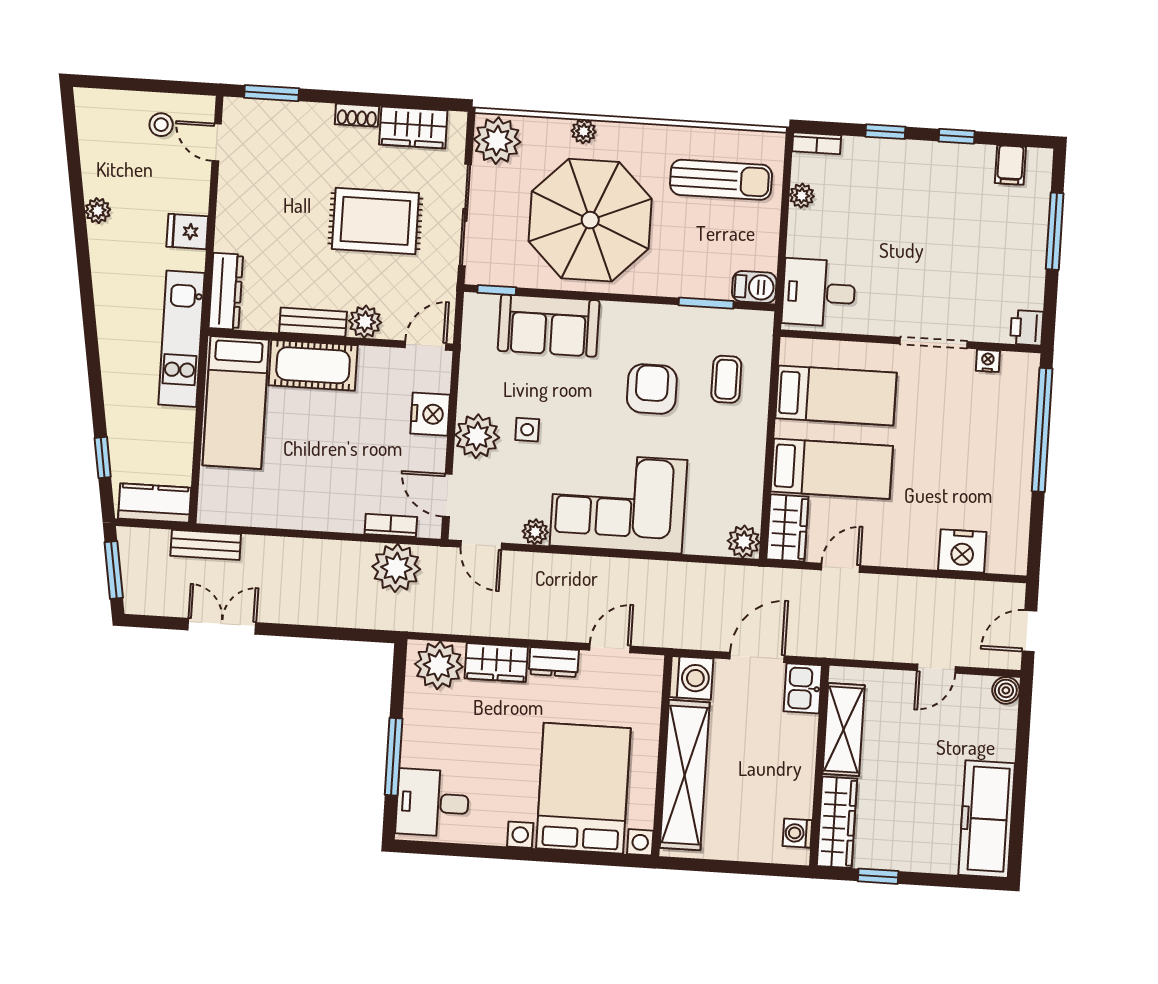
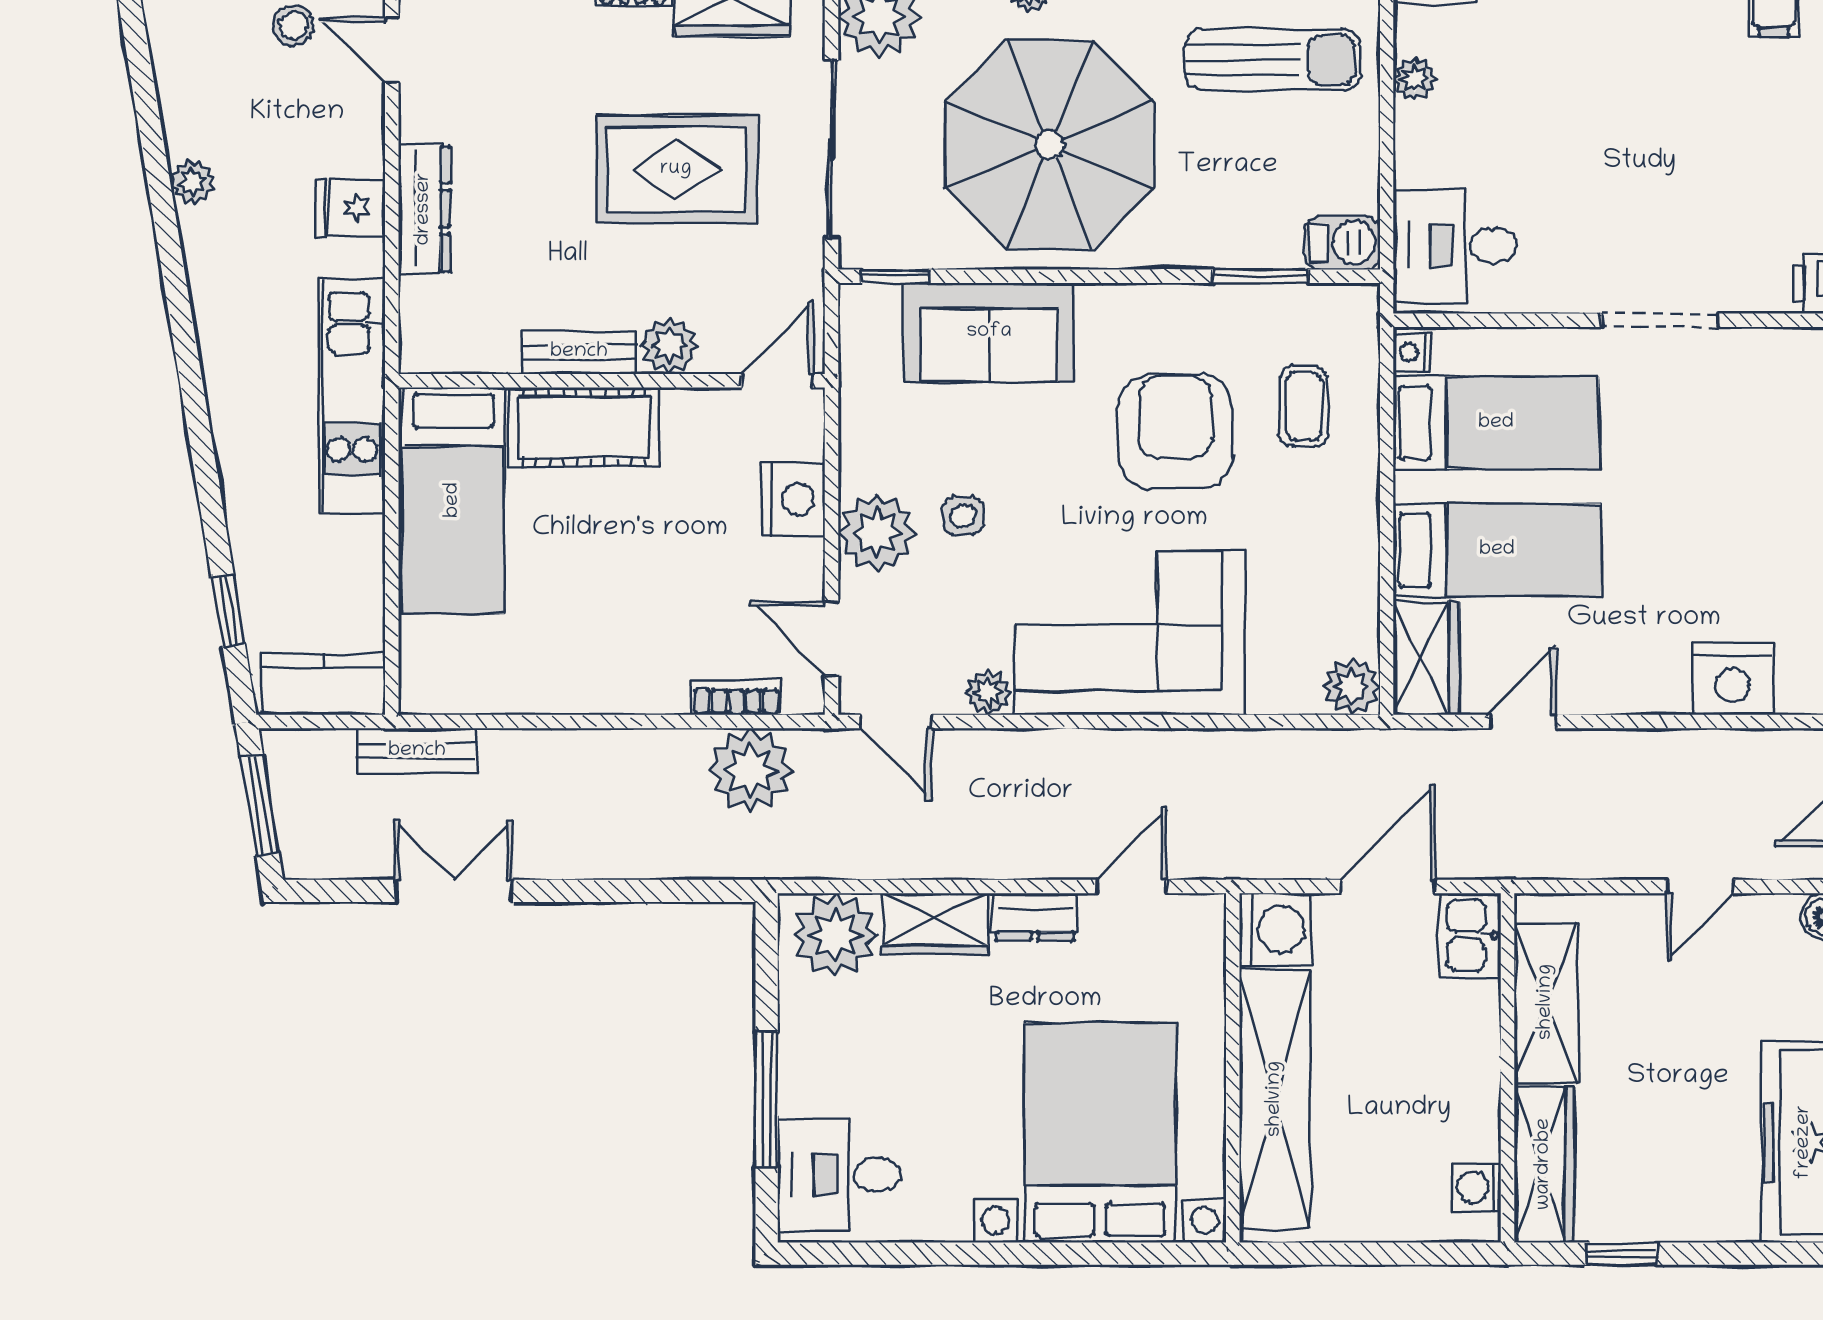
dresser: (226, 291) -> (424, 209), moved
nightstand: (988, 361) -> (1412, 352), moved, turned -90
armchair: (652, 389) -> (1175, 431), width x1.36, depth x1.36

